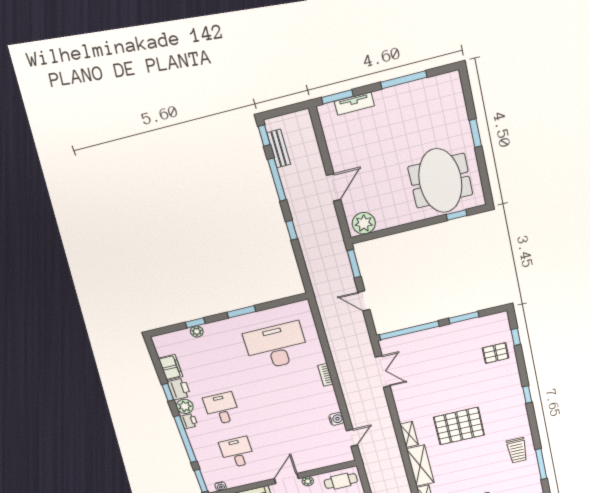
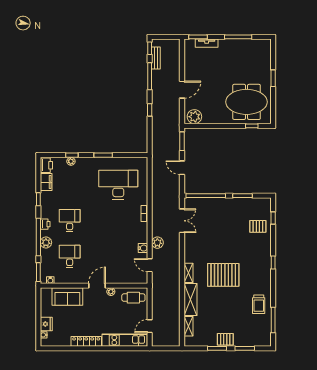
meeting table: (440, 181) -> (247, 102), turned 90
printer: (179, 389) -> (46, 165), moved
plant: (185, 406) -> (46, 243), moved
plant: (355, 408) -> (157, 243), added
door: (352, 438) -> (150, 265), swing flipped

